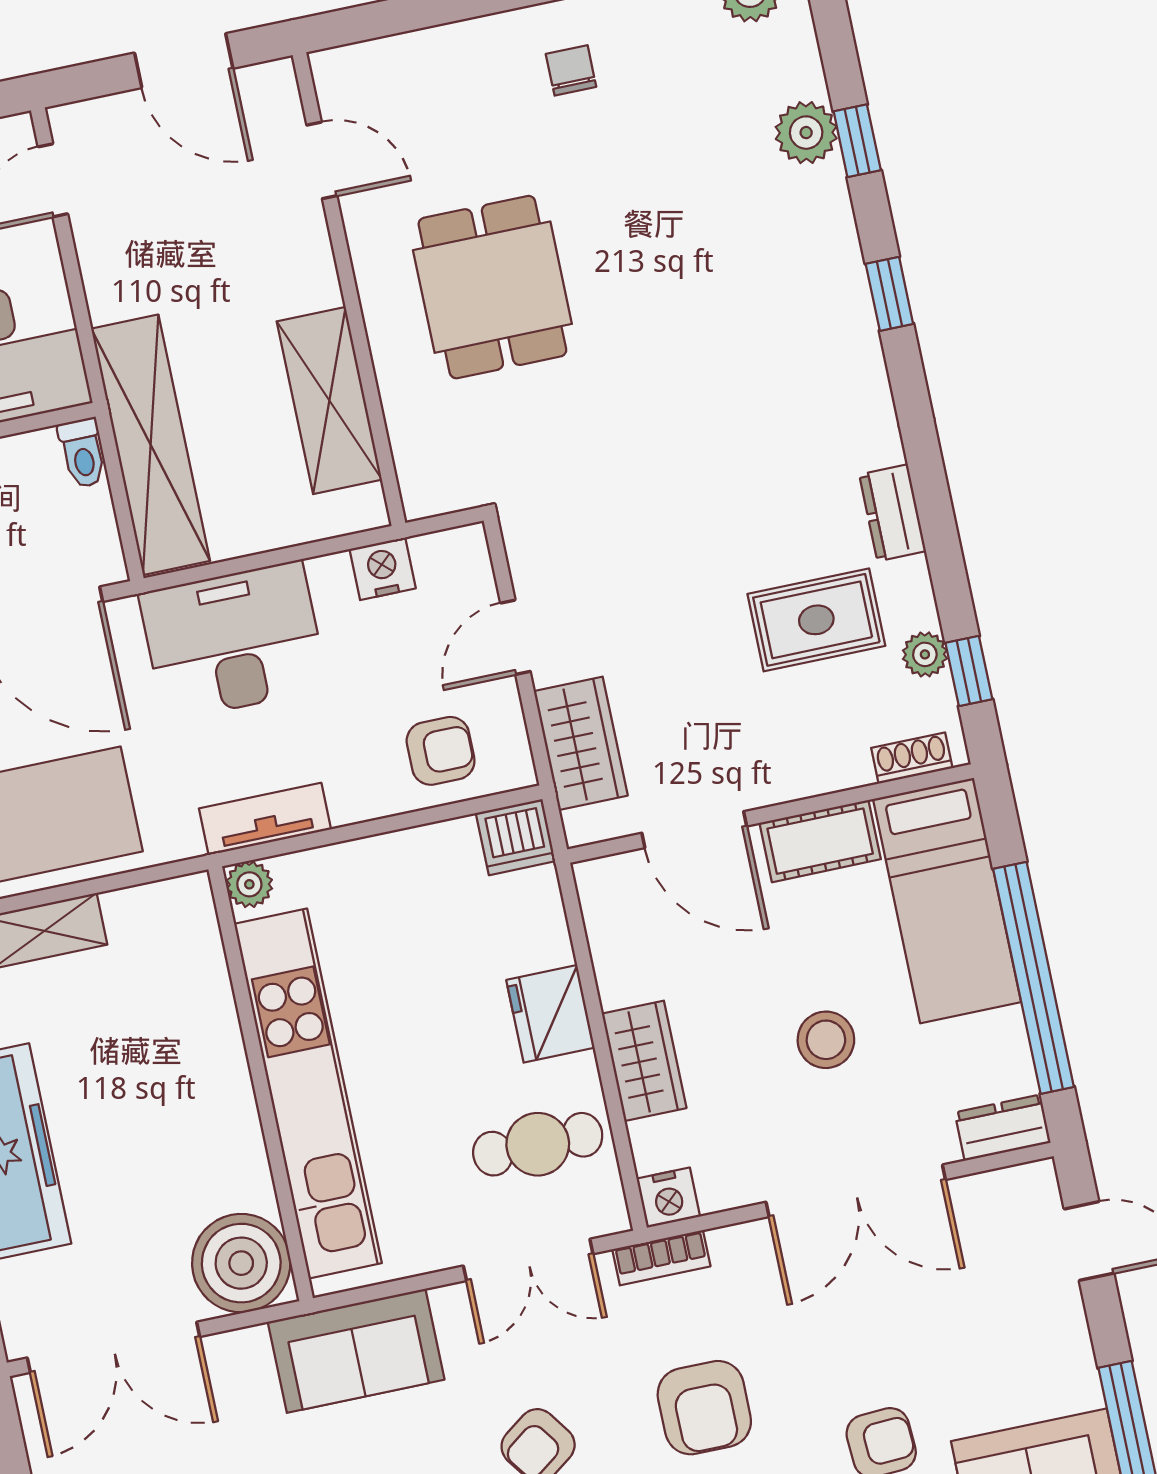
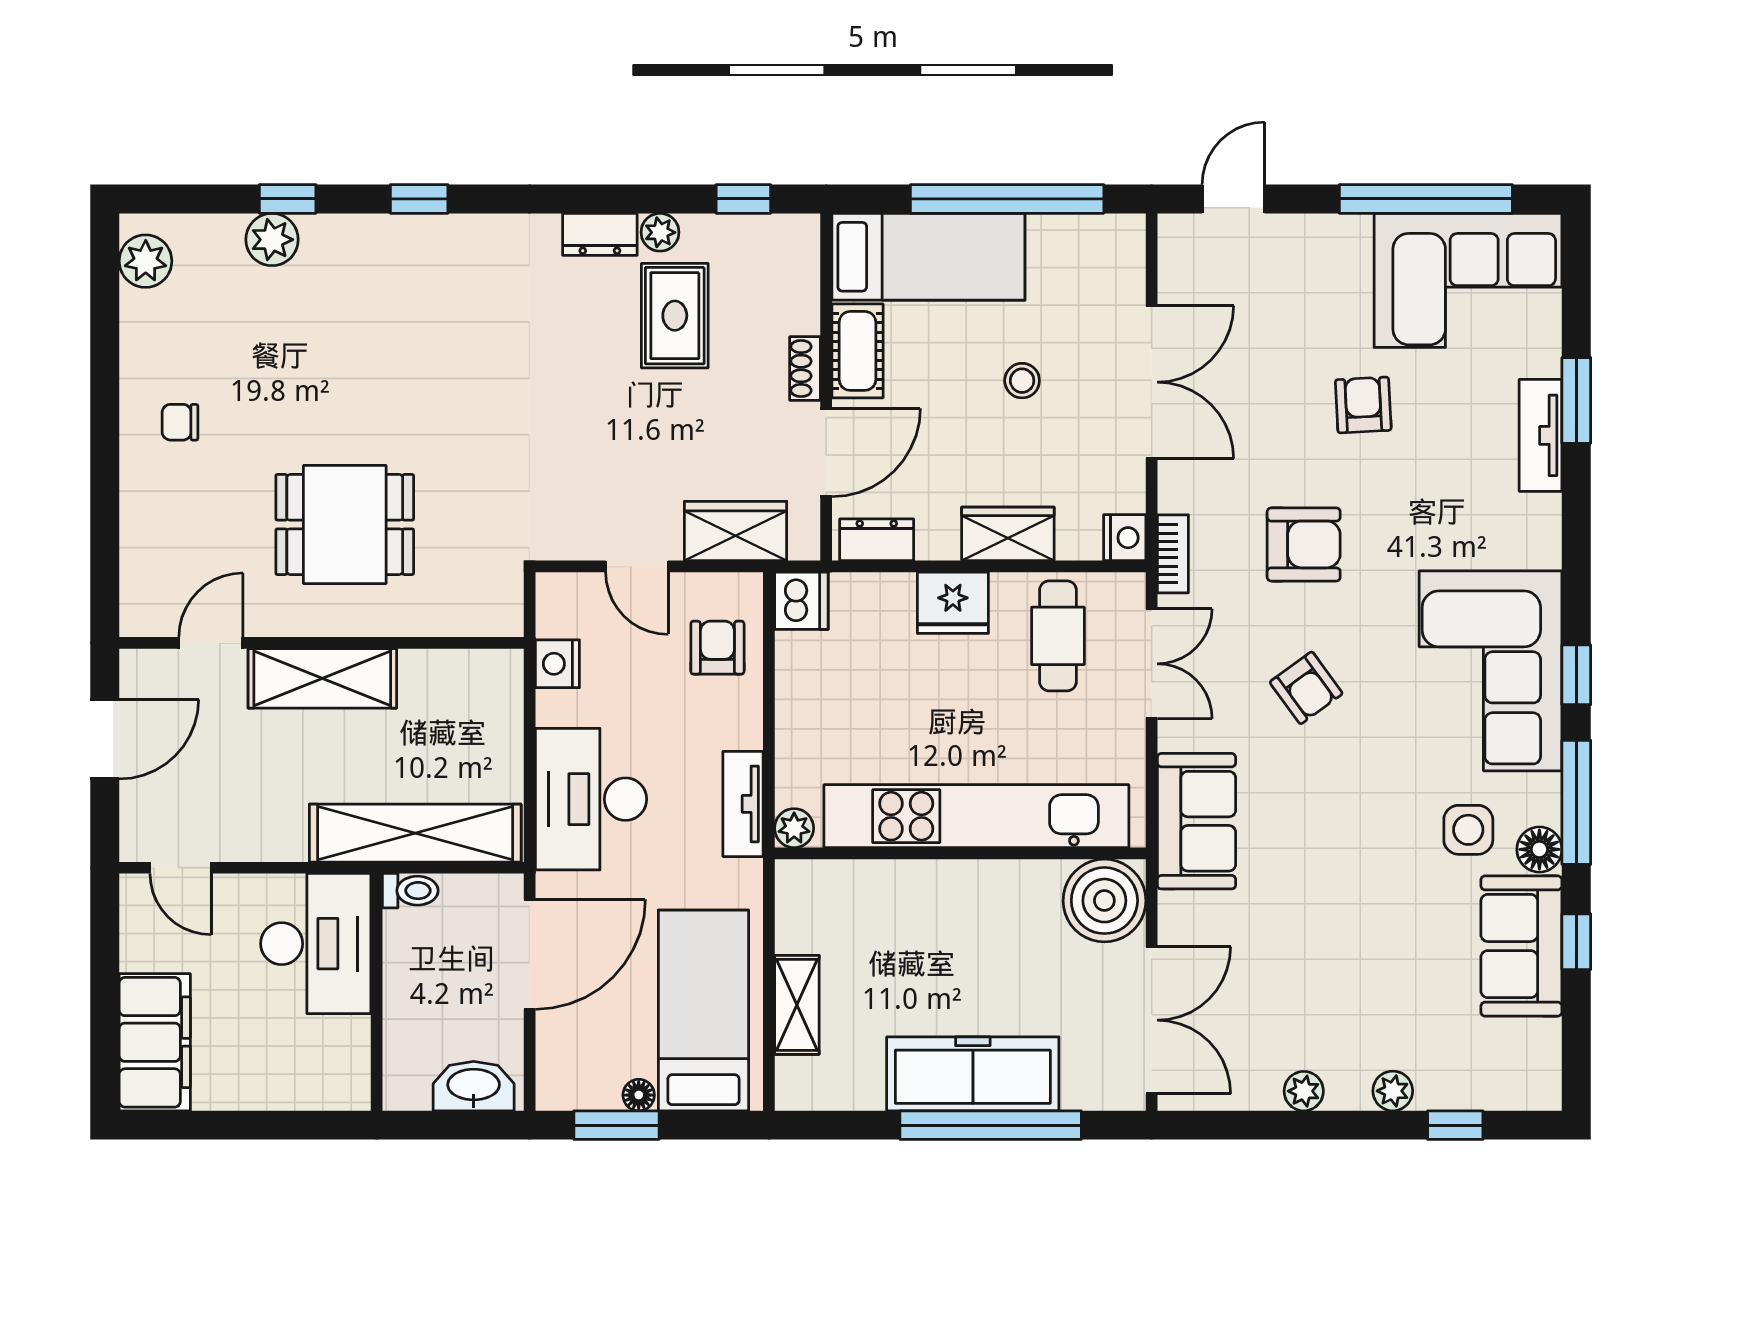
shelving: (329, 401) -> (322, 678), moved
plant: (925, 654) -> (660, 232), moved
shoe rack: (912, 758) -> (805, 369), moved
stool: (826, 1040) -> (1022, 381), width x0.73, depth x0.73
dresser: (1003, 1128) -> (877, 540), moved, turned 90

